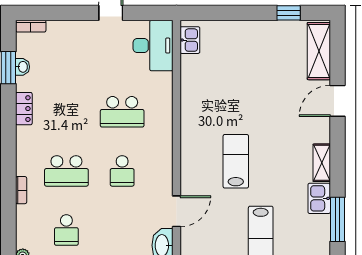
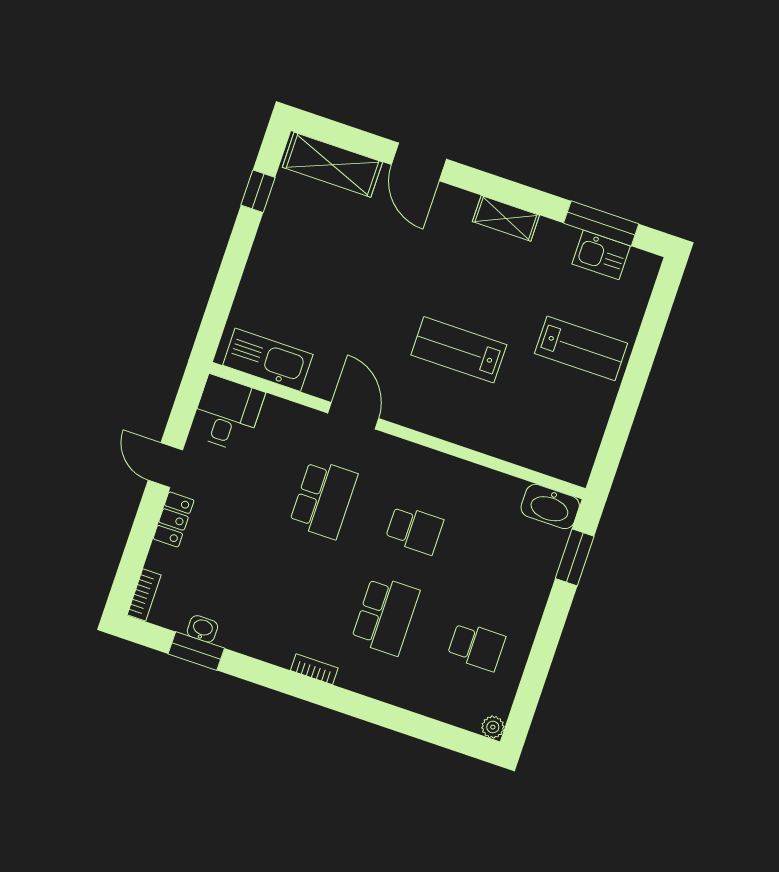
kitchen sink: (190, 40) -> (268, 360), width x1.87, depth x1.24
desk: (153, 46) -> (227, 413), width x0.73
locker: (24, 109) -> (174, 519), moved, turned 90
bookcase: (21, 190) -> (314, 669), moved
kitchen sink: (319, 198) -> (601, 255), moved
door: (177, 211) -> (353, 416), moved

